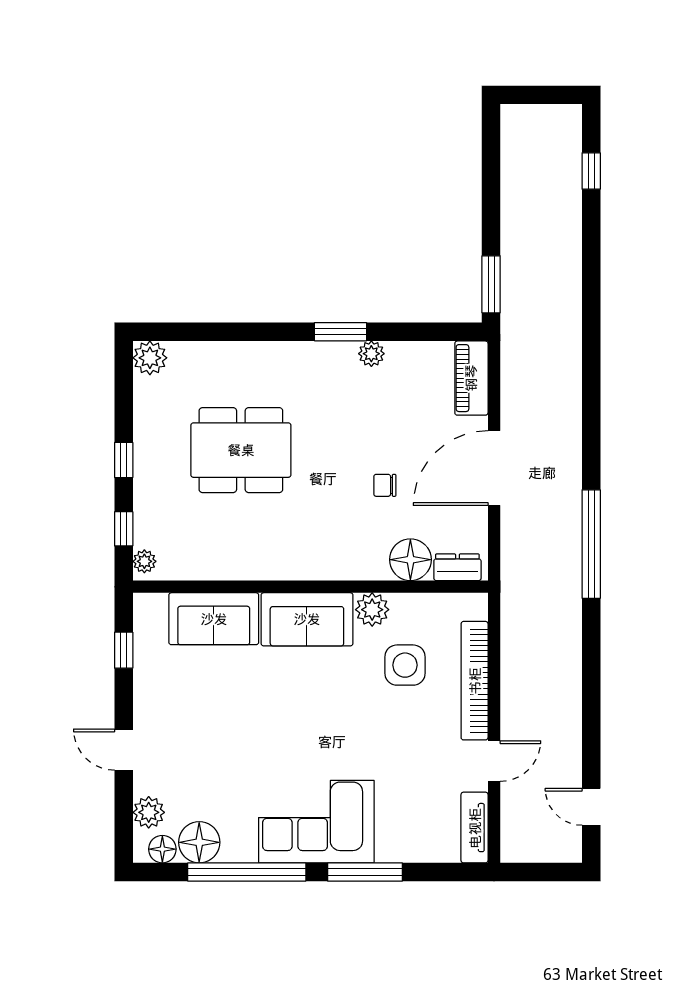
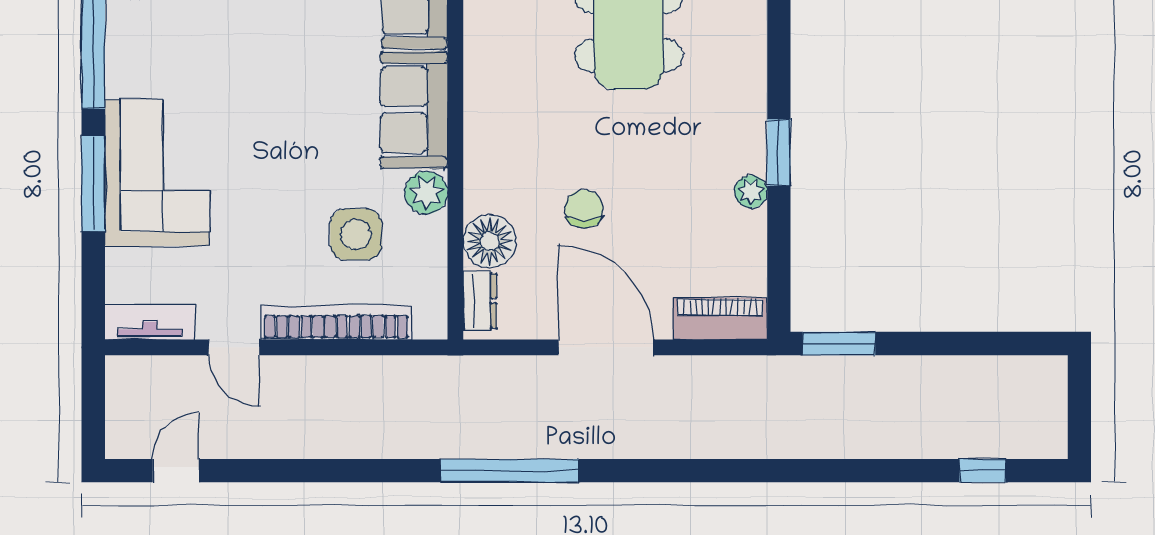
chair: (385, 485) -> (584, 209), width x1.37, depth x1.37
corner sofa: (316, 822) -> (157, 173), moved

